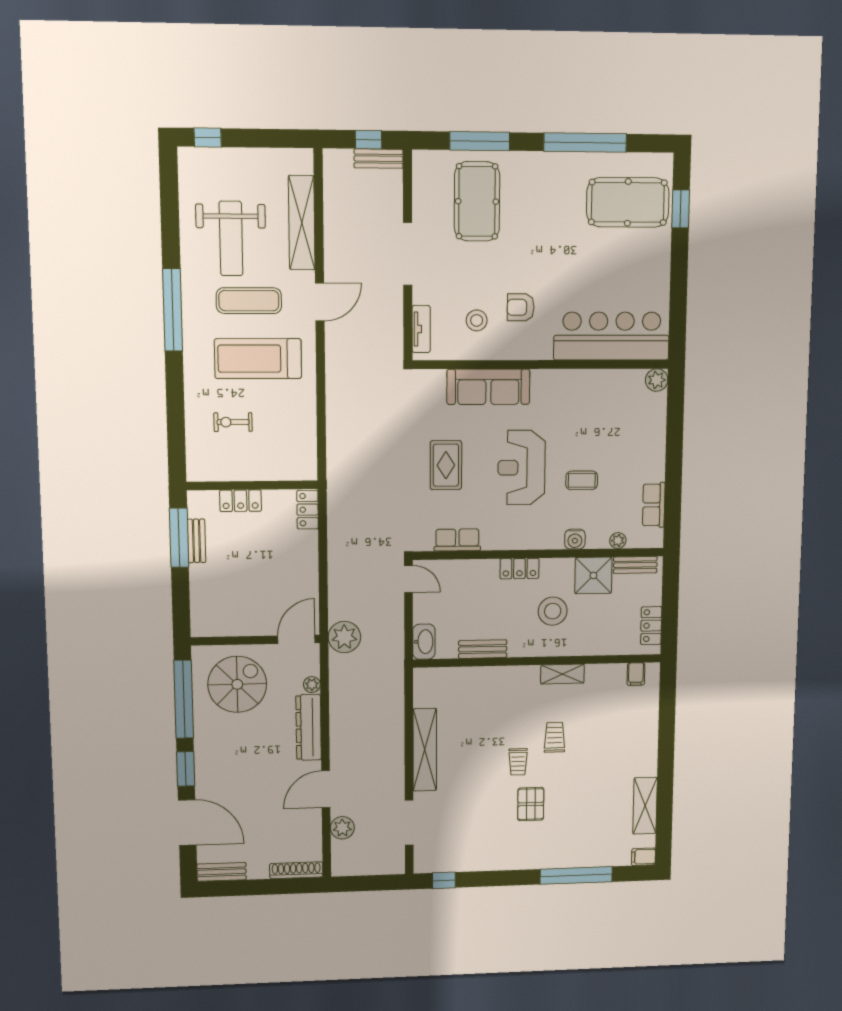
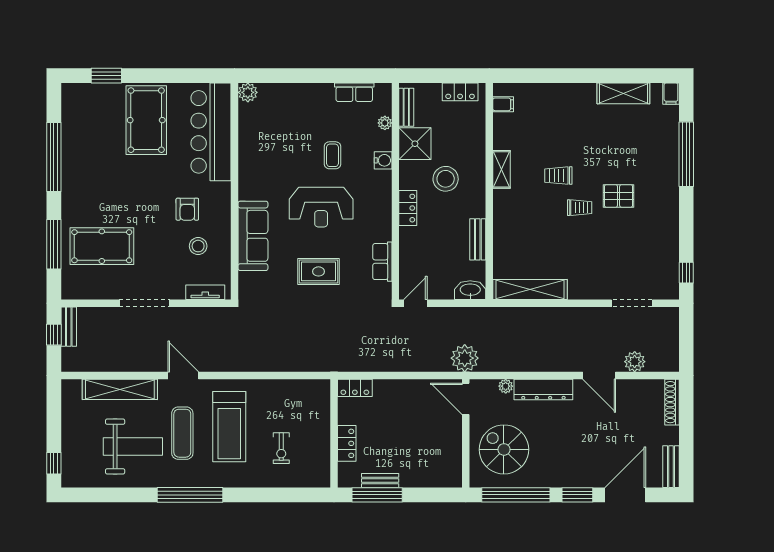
pool table: (628, 202) -> (146, 120), moved
shelving: (425, 750) -> (530, 290), moved

